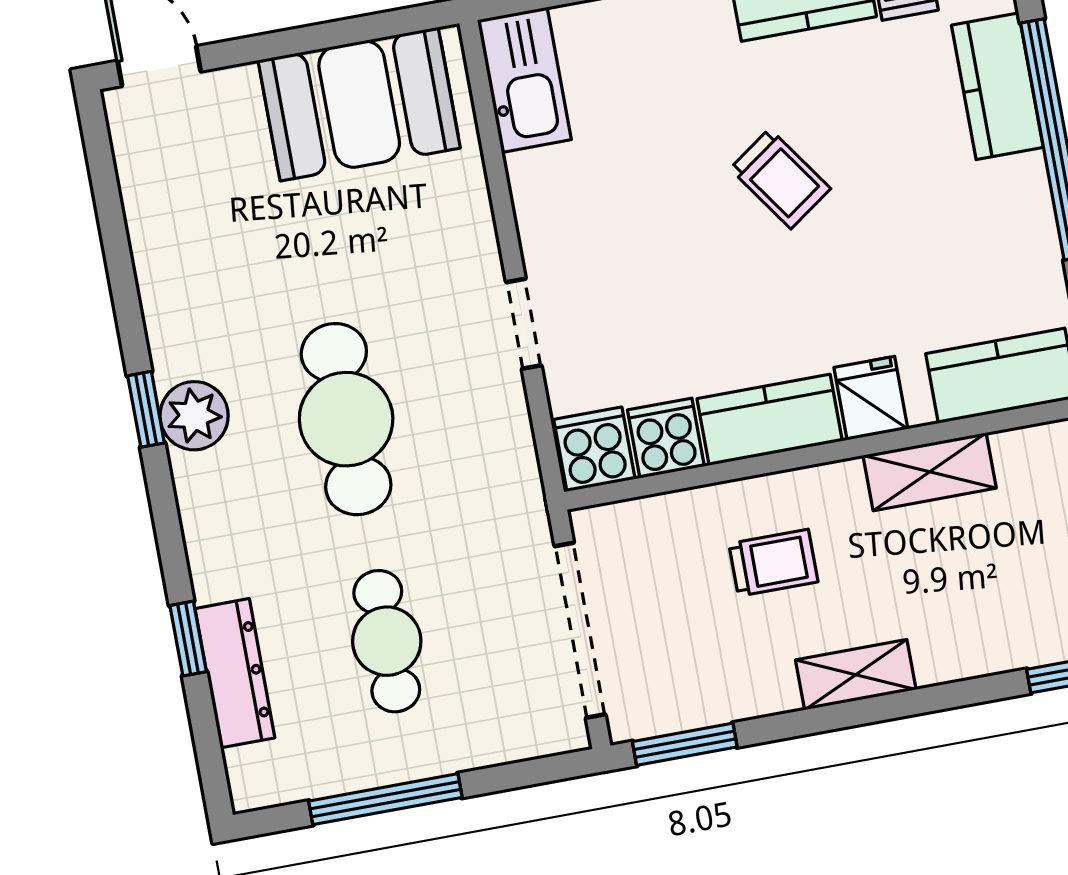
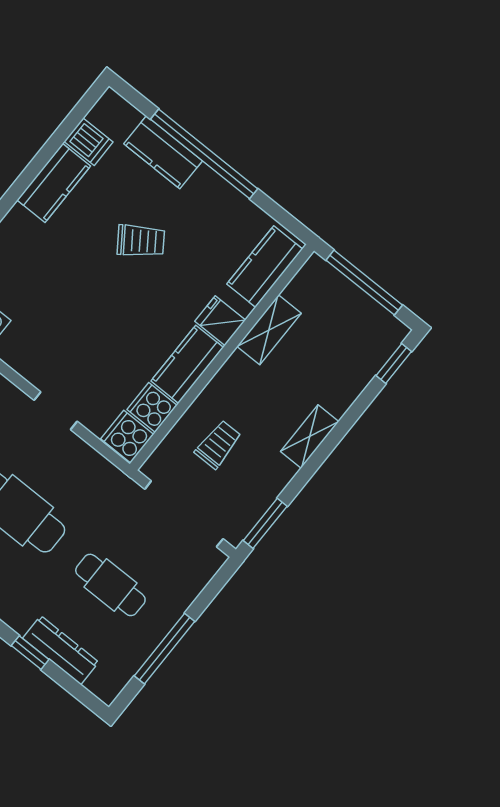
trolley: (780, 179) -> (141, 241), moved
trolley: (773, 563) -> (218, 444), moved

